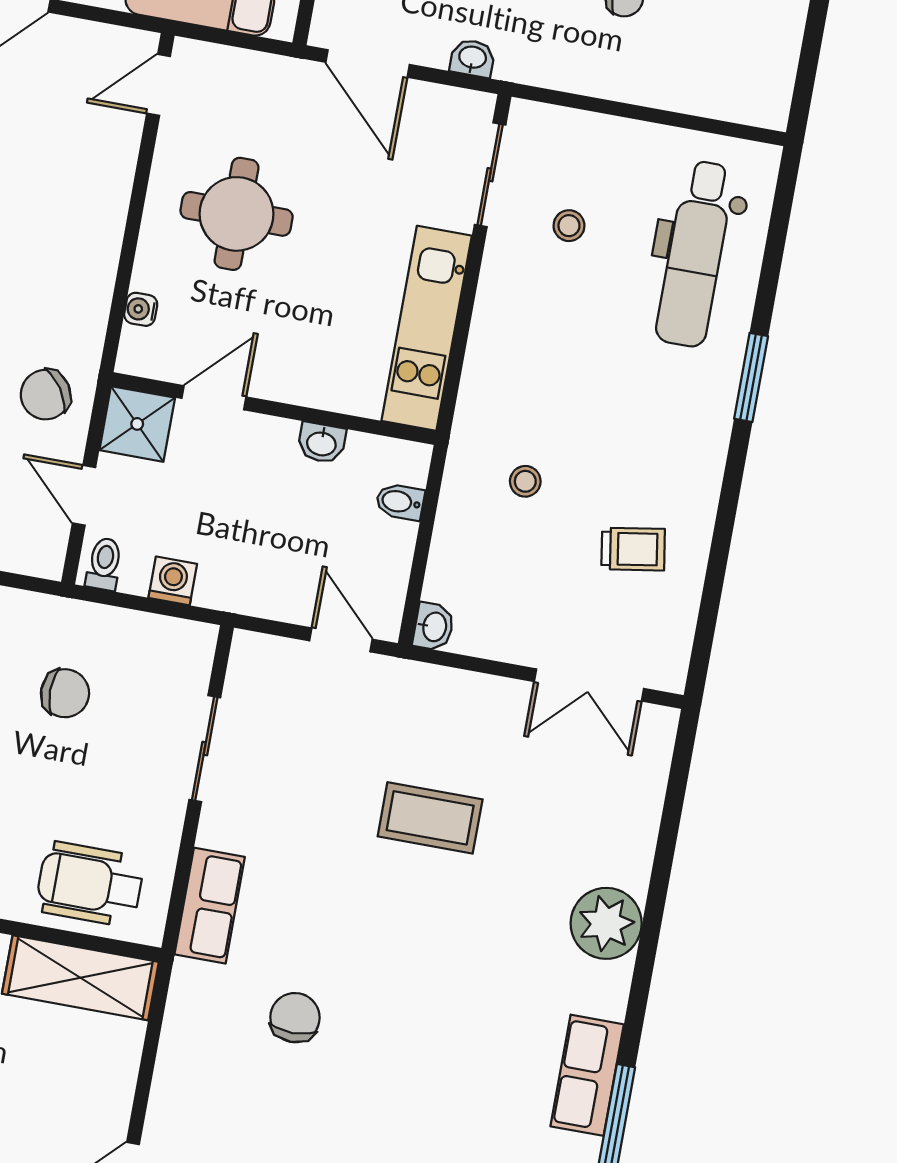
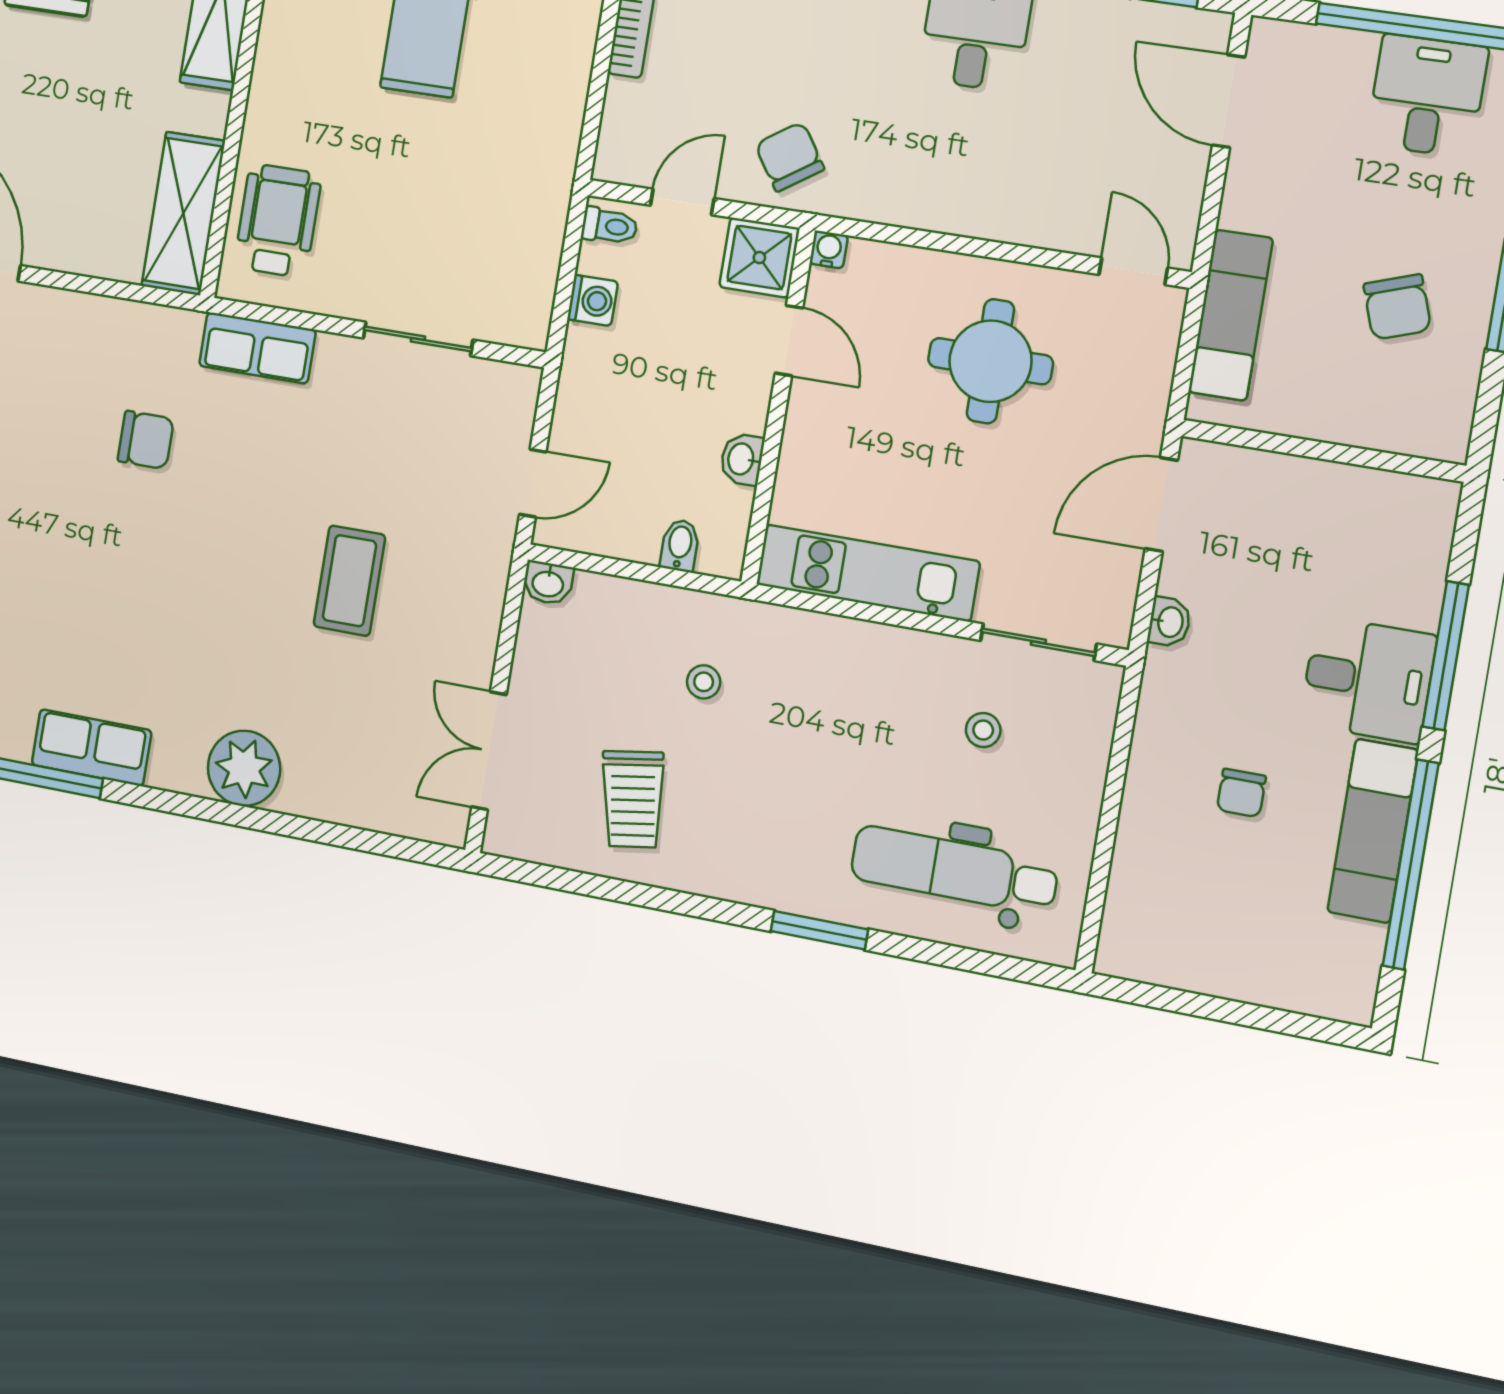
water cooler: (141, 309) -> (829, 250), moved
trolley: (633, 549) -> (633, 799), width x1.36, depth x1.39
chair: (65, 693) -> (473, 188), removed

